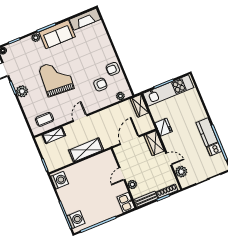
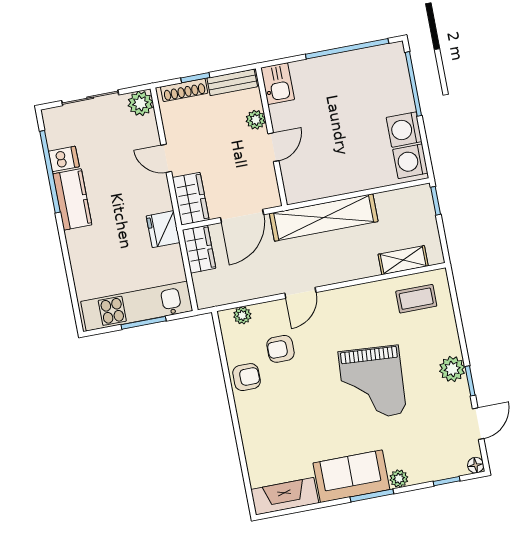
wardrobe: (139, 106) -> (199, 249), moved
door: (80, 118) -> (300, 293), moved
shelving: (86, 150) -> (324, 217), width x1.47
plant: (181, 172) -> (140, 103), moved
washing machine: (76, 220) -> (404, 130), moved

